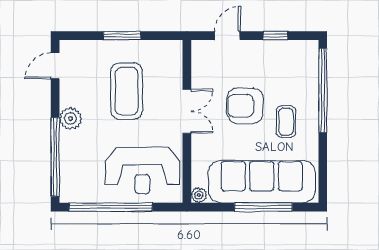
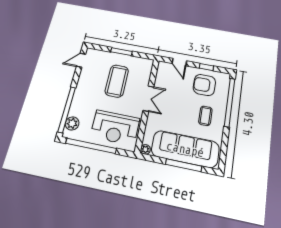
door: (227, 36) -> (179, 62), swing flipped
armchair: (245, 106) -> (204, 85), moved
plant: (70, 119) -> (72, 123), moved

